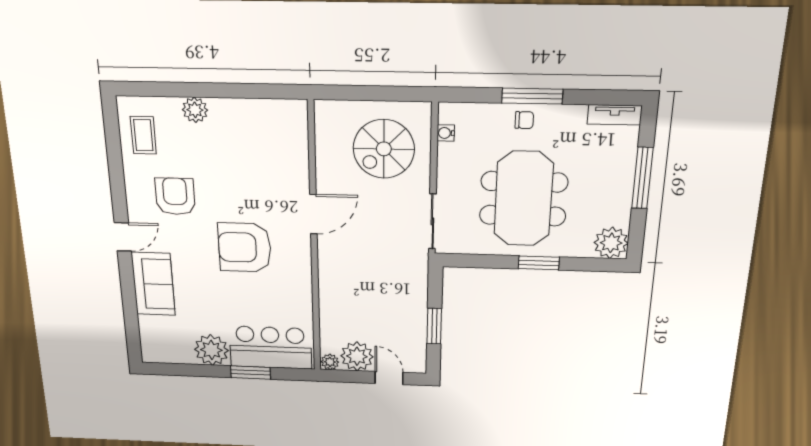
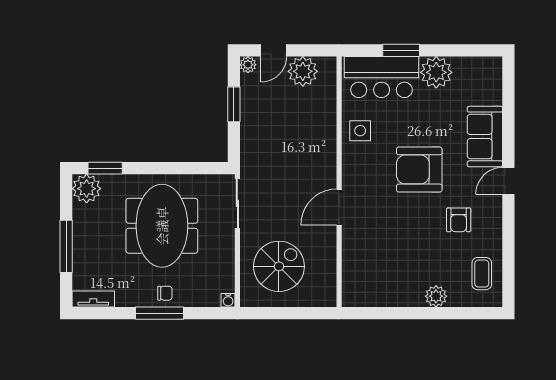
chair: (524, 120) -> (165, 293), turned 180
water cooler: (446, 133) -> (228, 300), moved, turned 90
armchair: (175, 196) -> (459, 220), width x0.72, depth x0.72
armchair: (245, 247) -> (419, 169), moved, turned 180
window: (539, 263) -> (105, 168), moved
side table: (292, 294) -> (360, 131), added
plant: (330, 362) -> (248, 65), moved
door: (389, 378) -> (274, 50), hinge flipped

